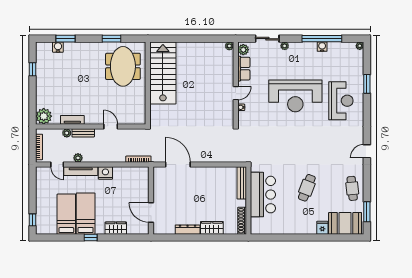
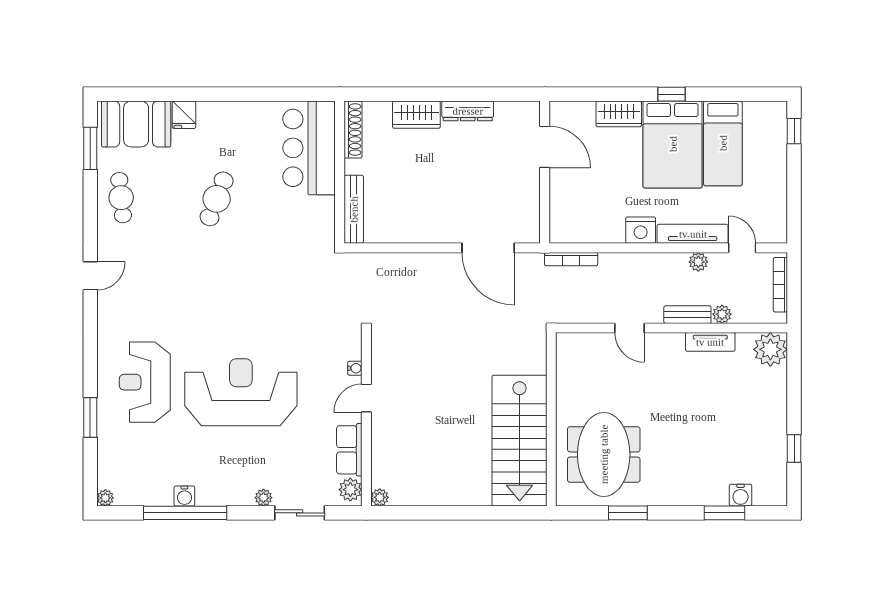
bar counter: (263, 195) -> (309, 148), moved
bed: (86, 214) -> (673, 144), width x1.50

